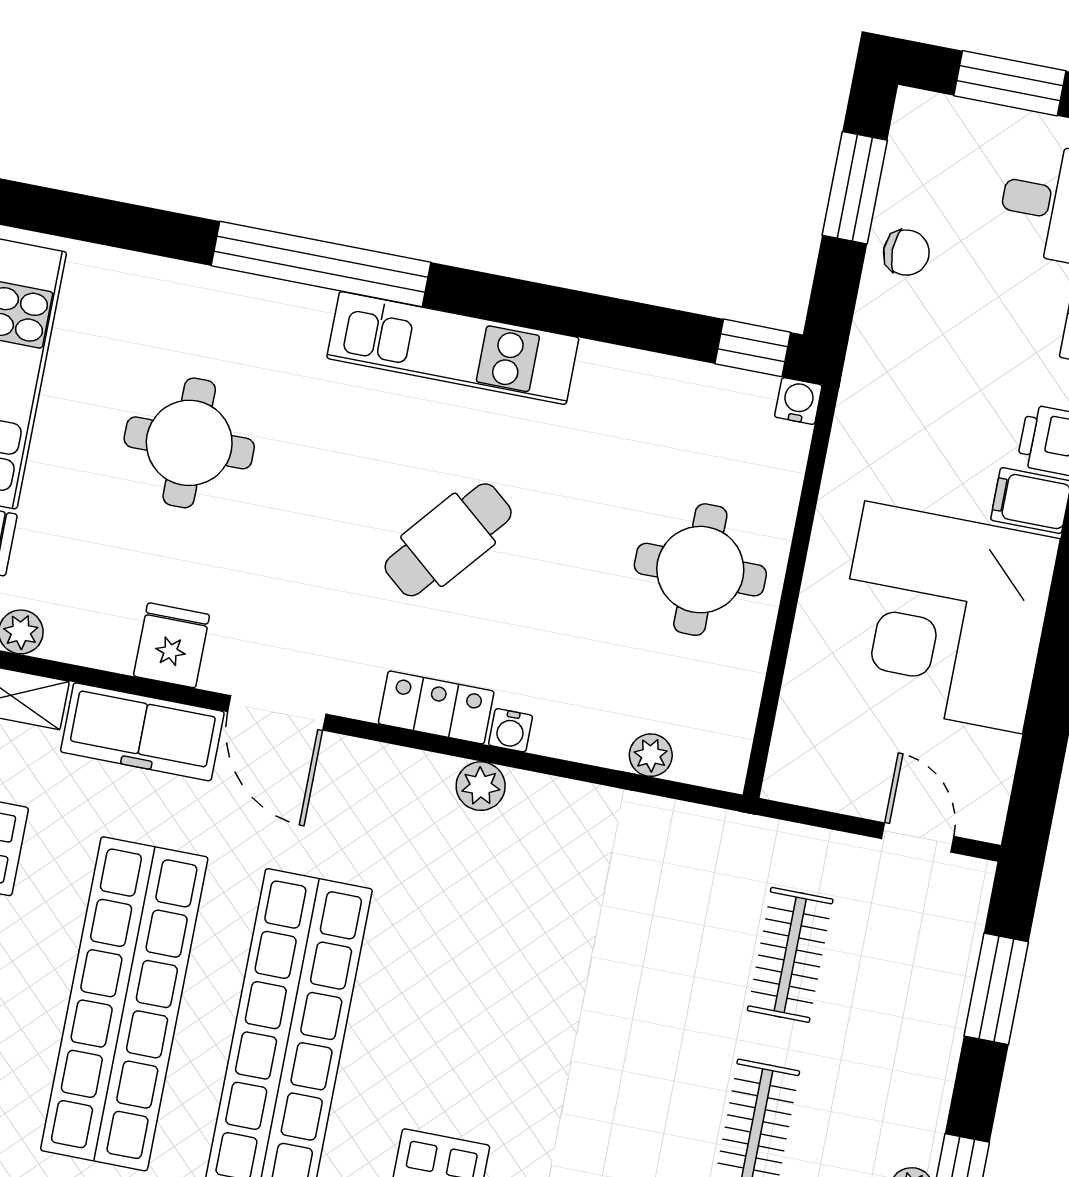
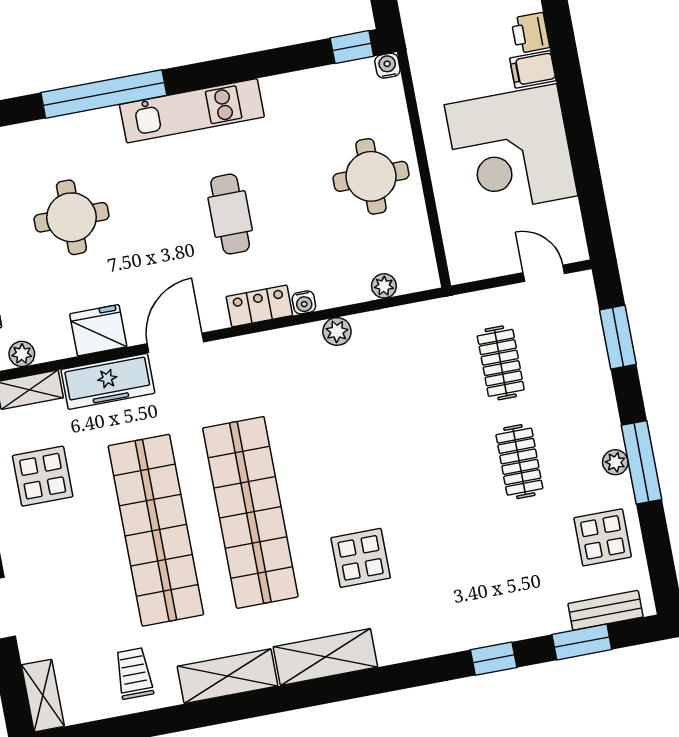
cafe table: (448, 540) -> (230, 214), turned -40
fridge: (172, 645) -> (98, 330), width x1.38
door: (277, 713) -> (175, 343), swing flipped
plant: (481, 786) -> (337, 331), moved

